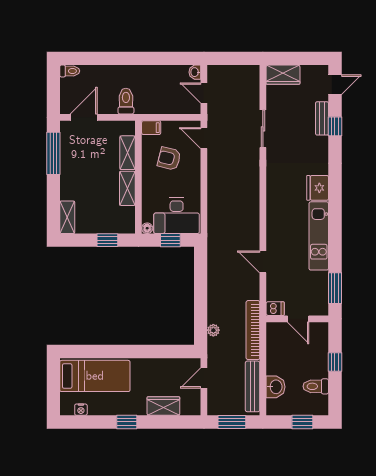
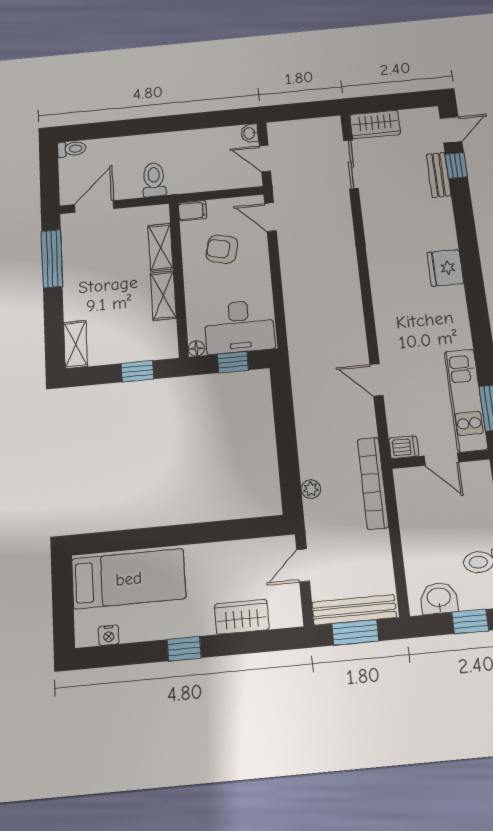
window: (335, 126) -> (456, 166), moved
sliding door: (263, 129) -> (351, 164), moved
kitchen unit: (319, 236) -> (466, 400), moved
bench: (253, 386) -> (354, 610), moved, turned 90
washbasin: (276, 387) -> (439, 598), moved, turned -90

